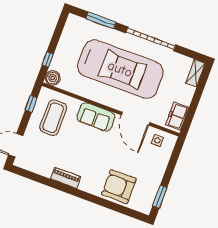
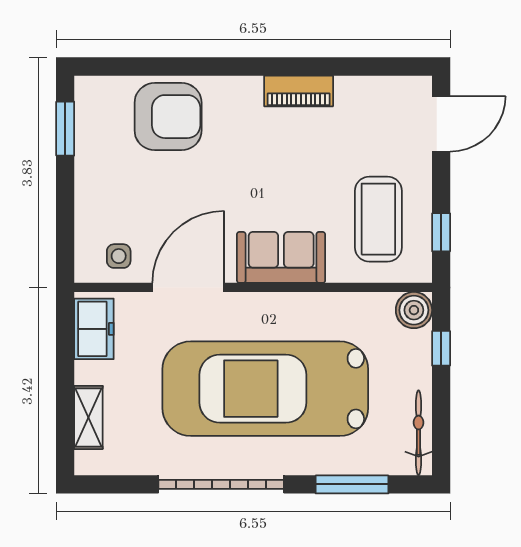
bicycle: (68, 31) -> (419, 433), added
shelving: (196, 73) -> (88, 417), moved
door: (135, 119) -> (188, 287), hinge flipped

